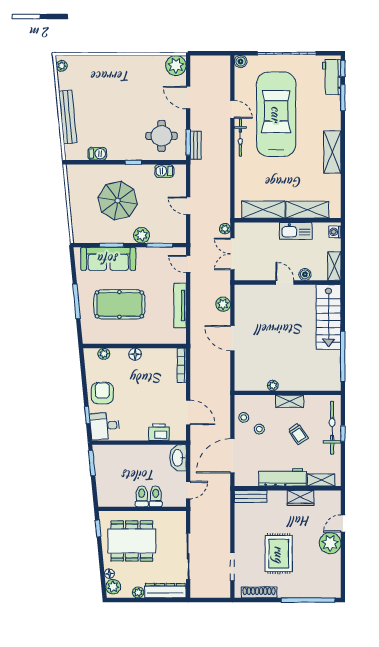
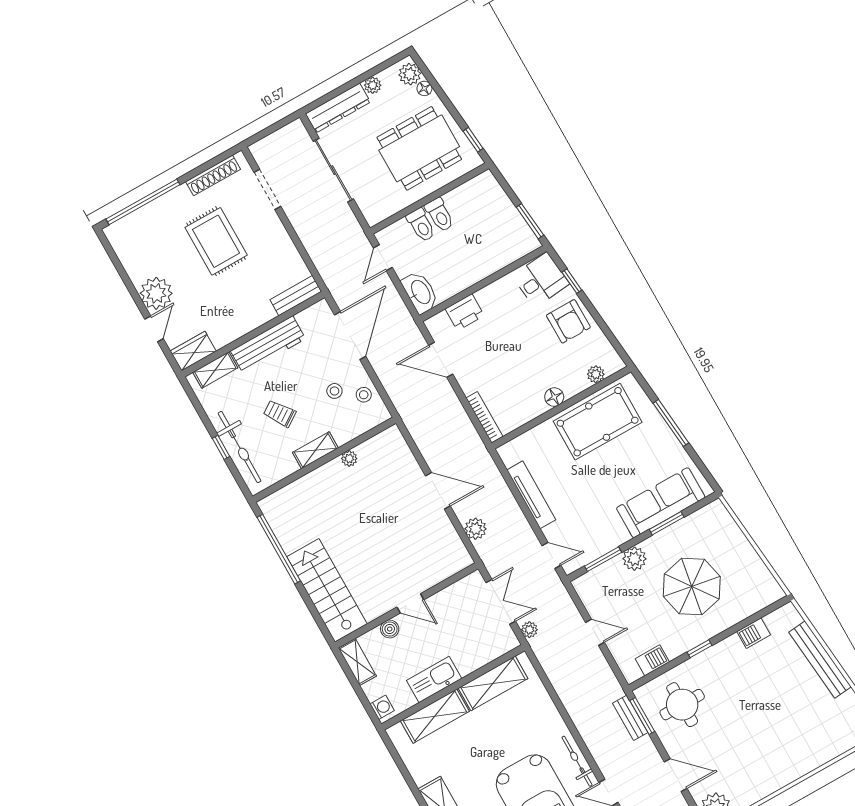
pool table: (119, 304) -> (598, 422), moved
wardrobe: (301, 498) -> (193, 351), moved

